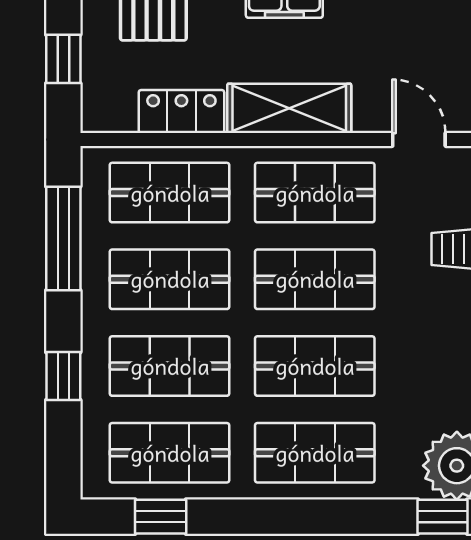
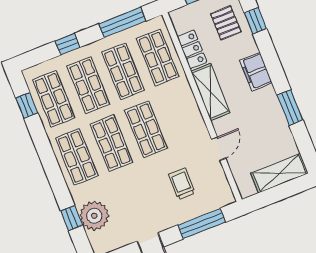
shop shelf: (315, 193) -> (181, 116), removed

